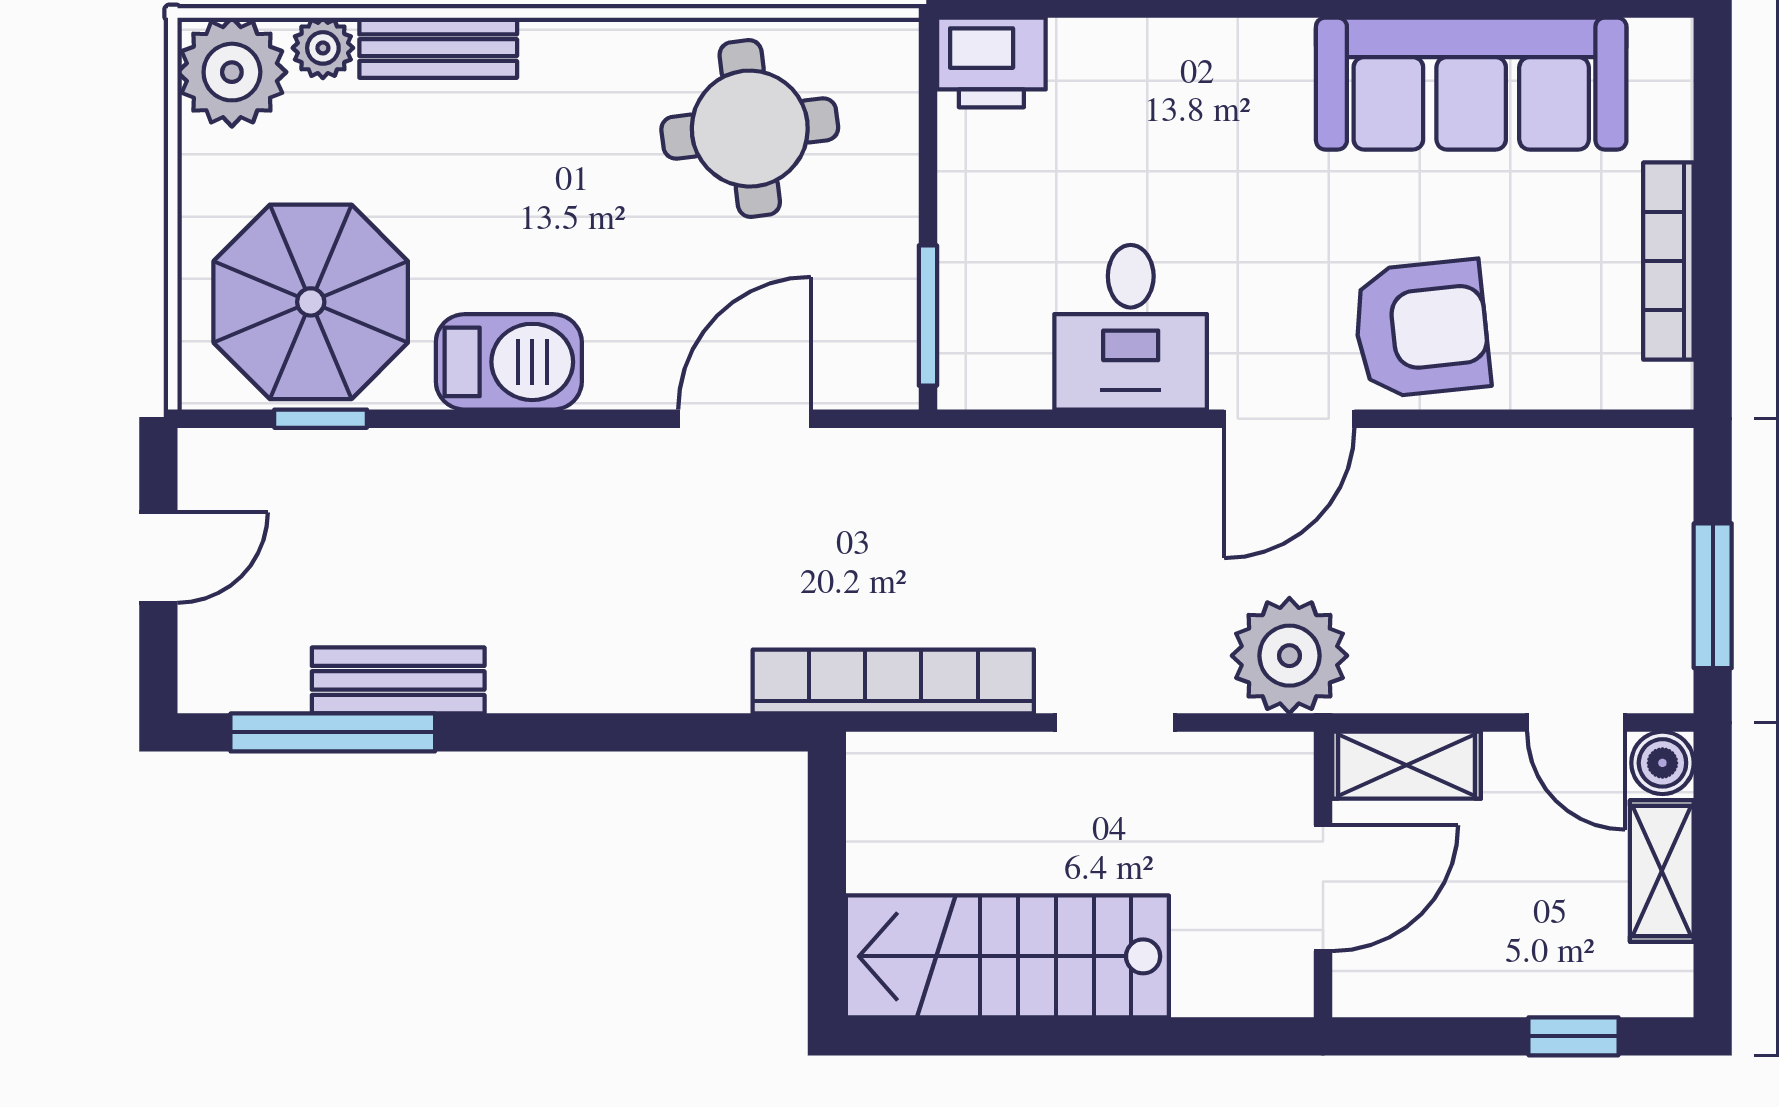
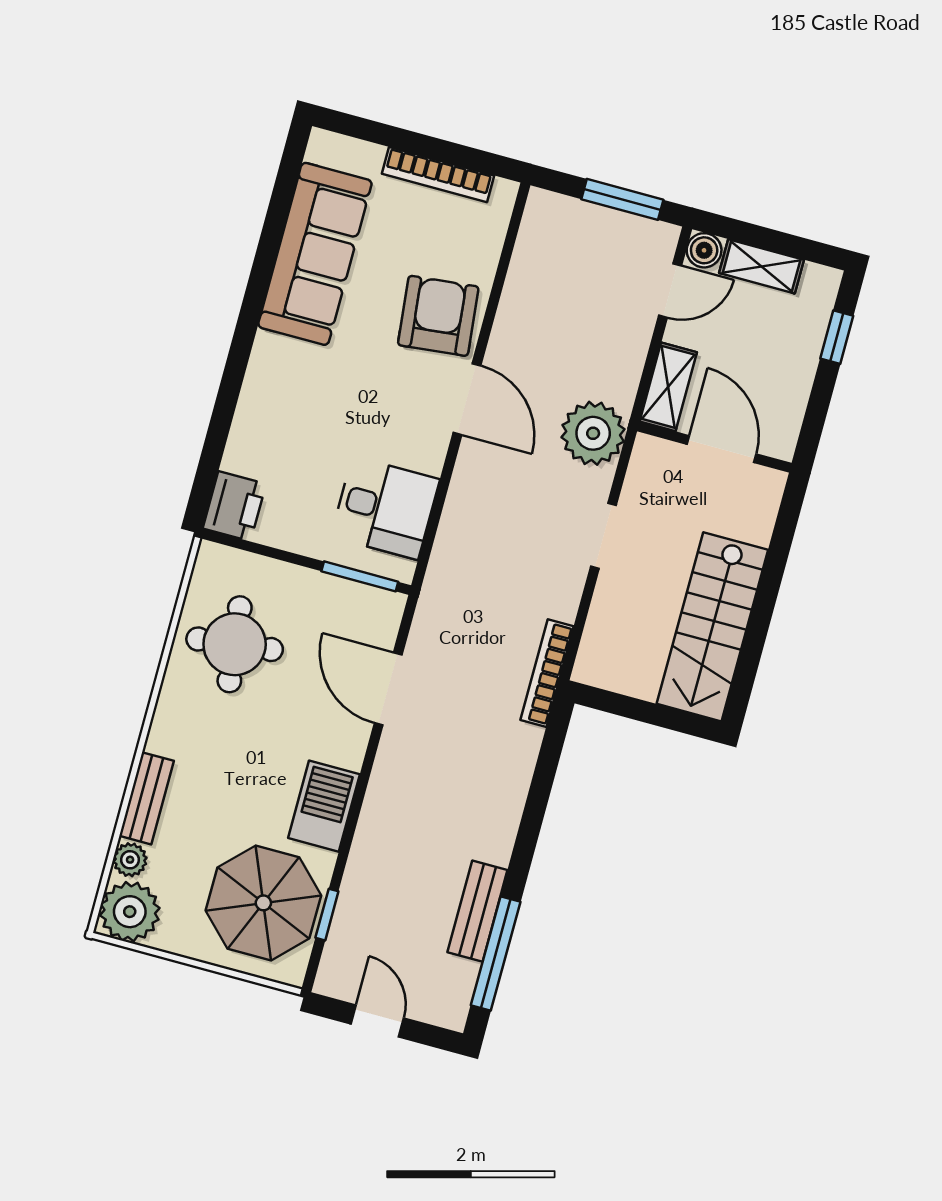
desk: (1131, 327) -> (385, 508), moved
bookcase: (893, 682) -> (547, 673), width x0.68, depth x0.76

